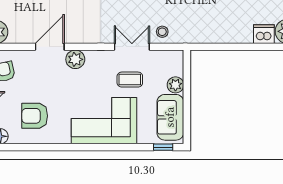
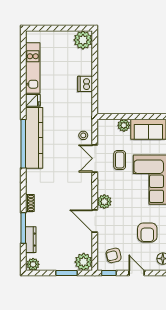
dishwasher: (264, 34) -> (85, 84), moved

